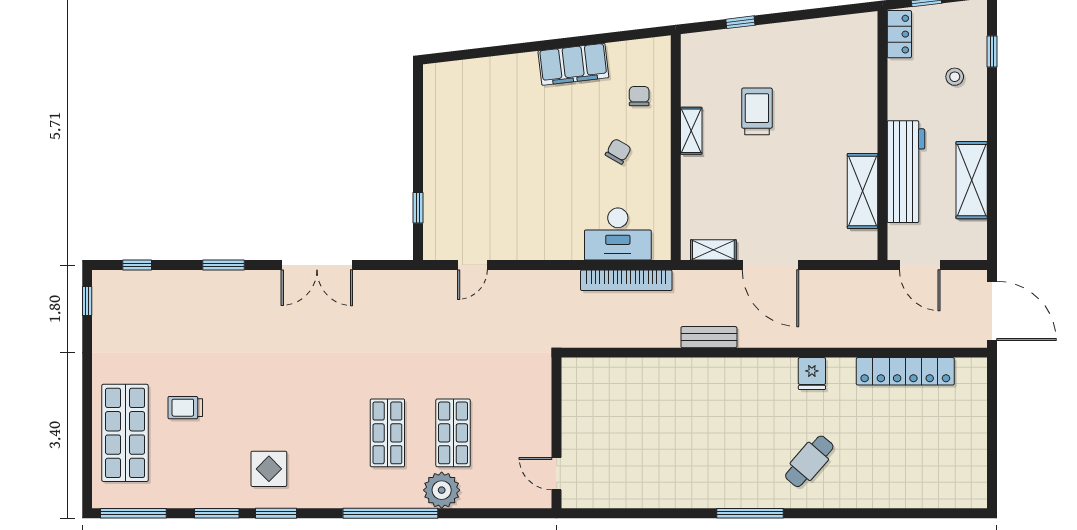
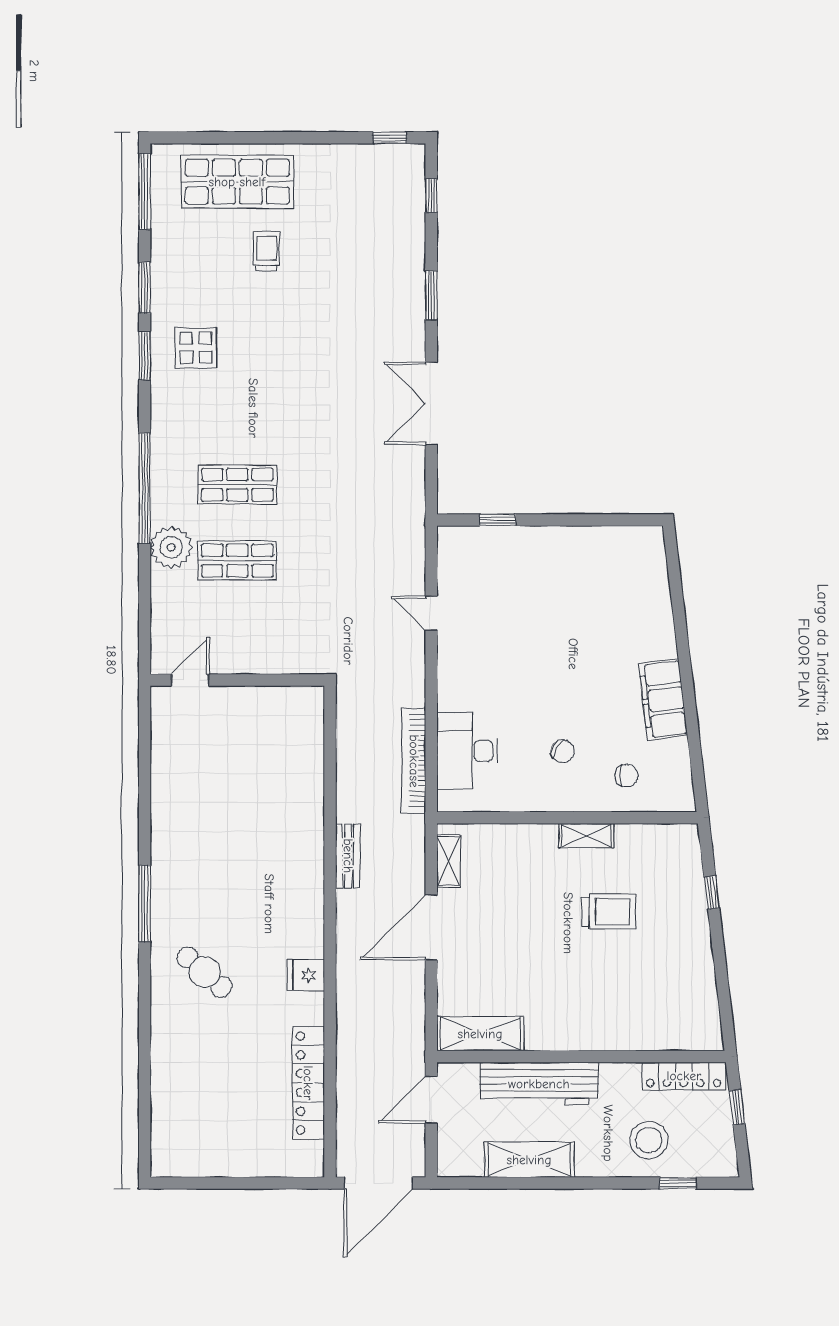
locker: (899, 34) -> (684, 1076), width x1.53
stool: (955, 77) -> (649, 1140), width x1.89, depth x1.89
shelving: (863, 191) -> (480, 1034), moved
door: (472, 265) -> (431, 613), moved

